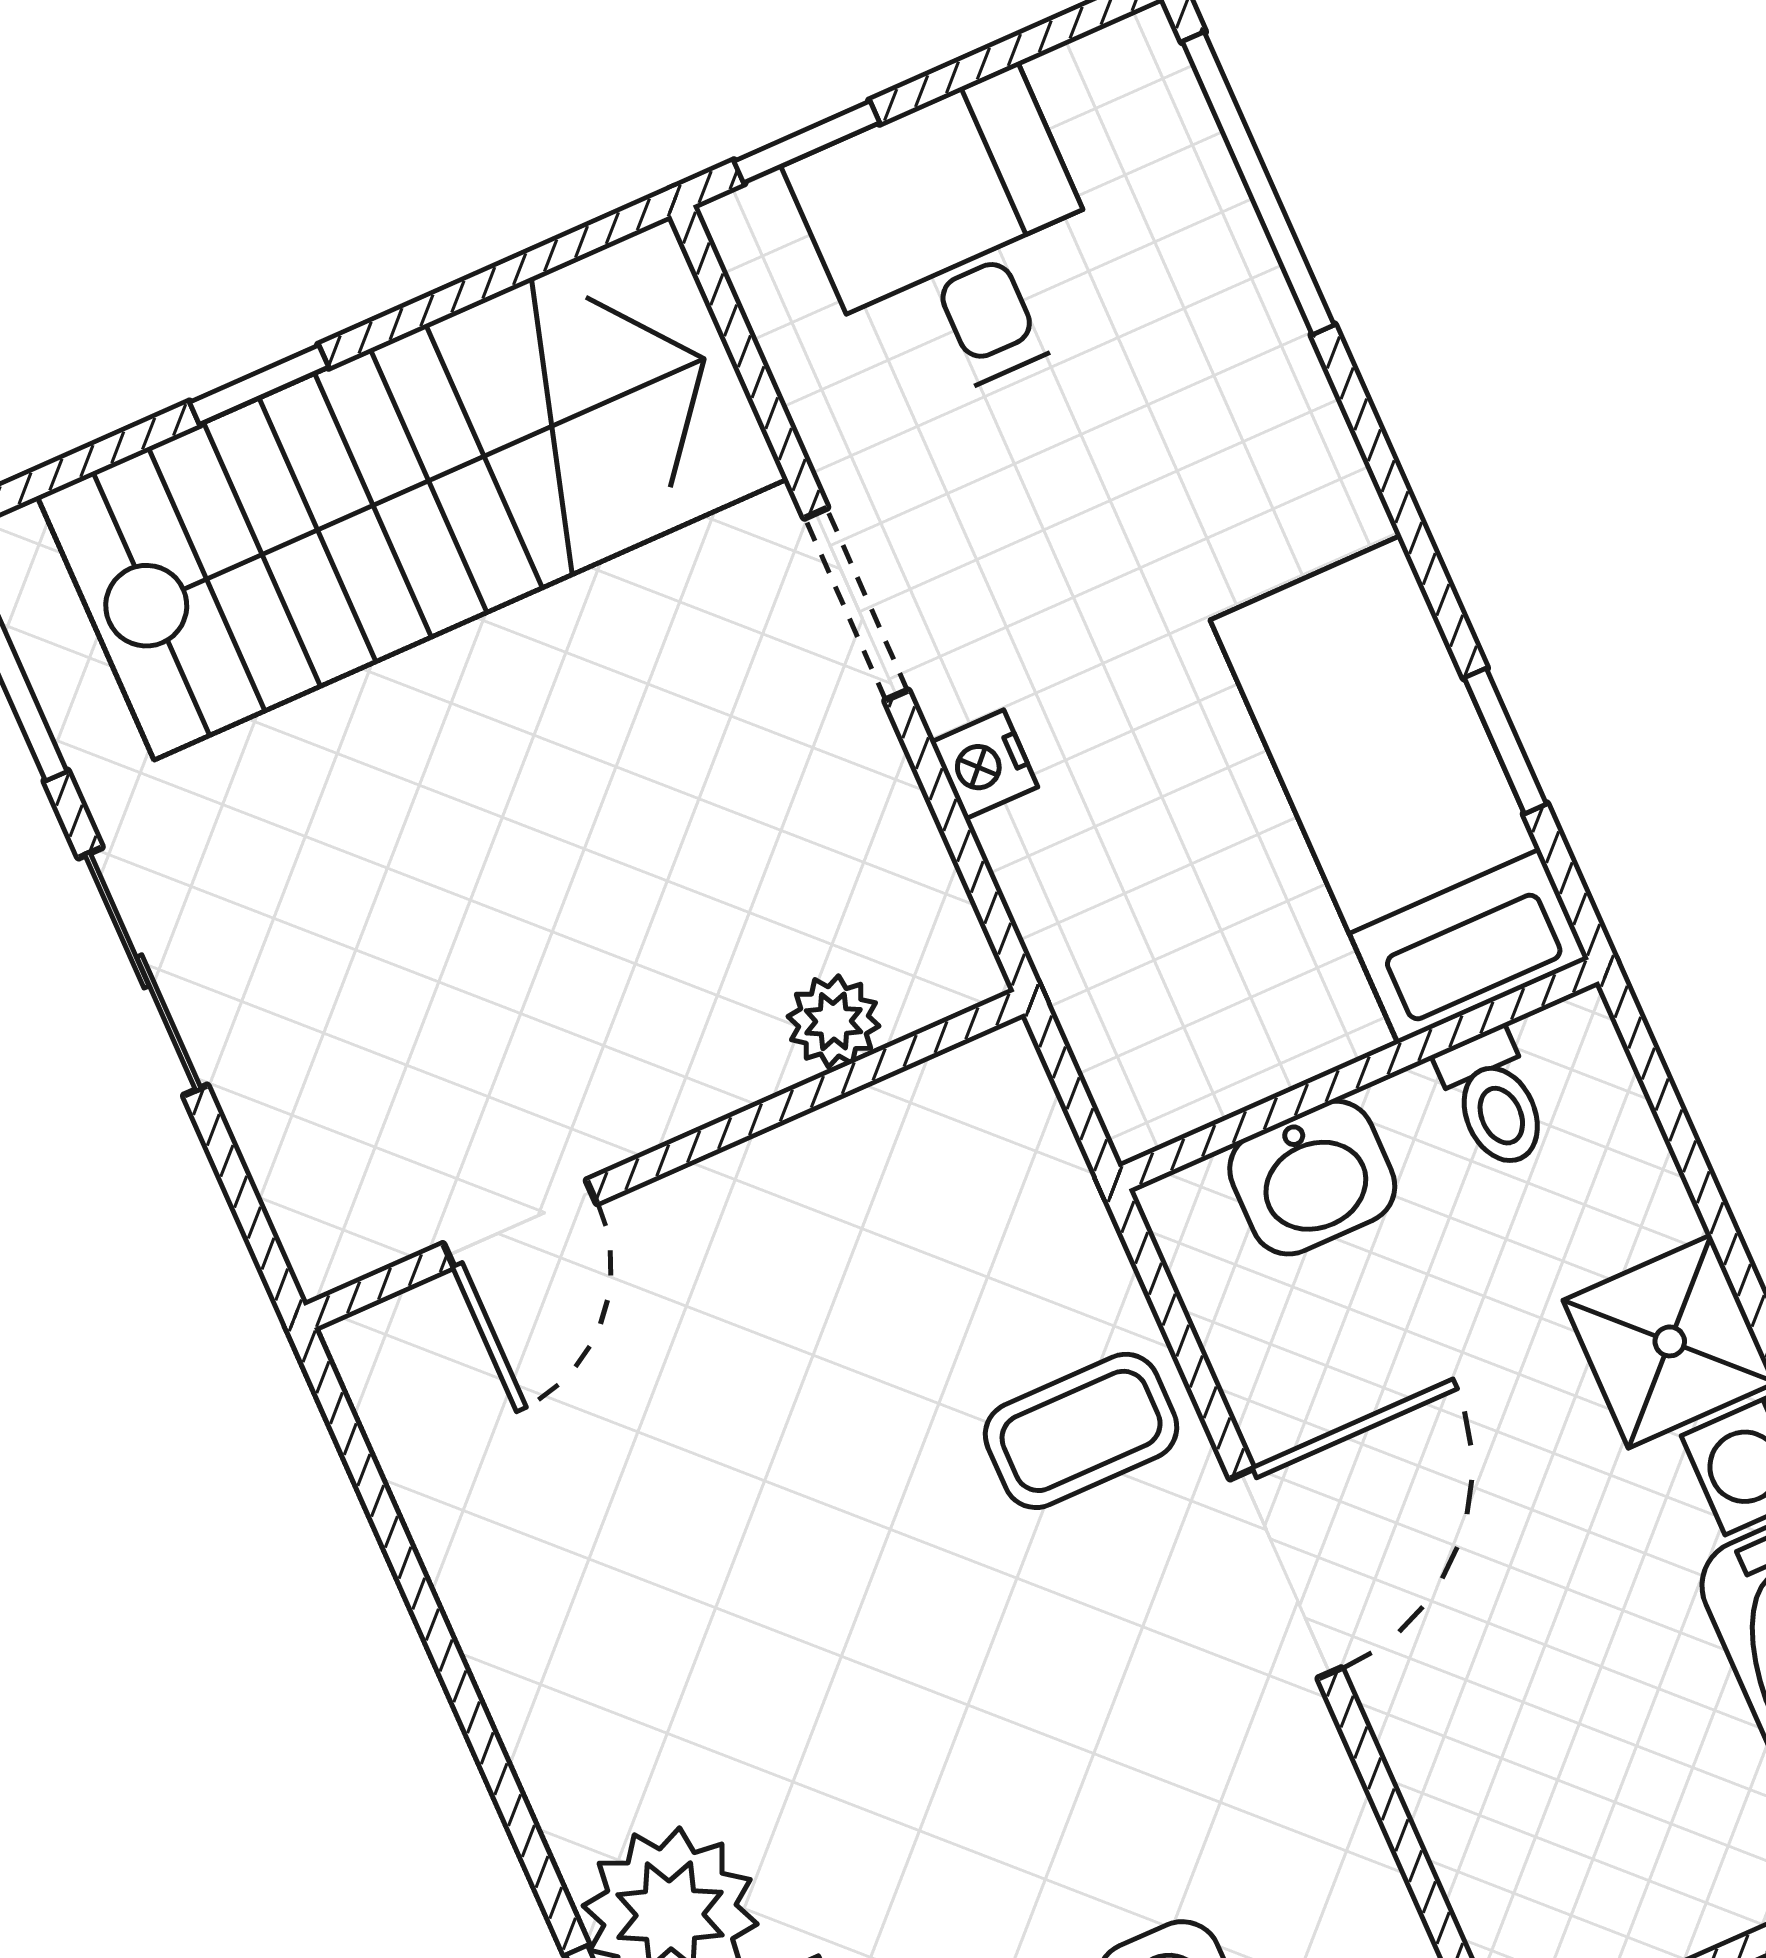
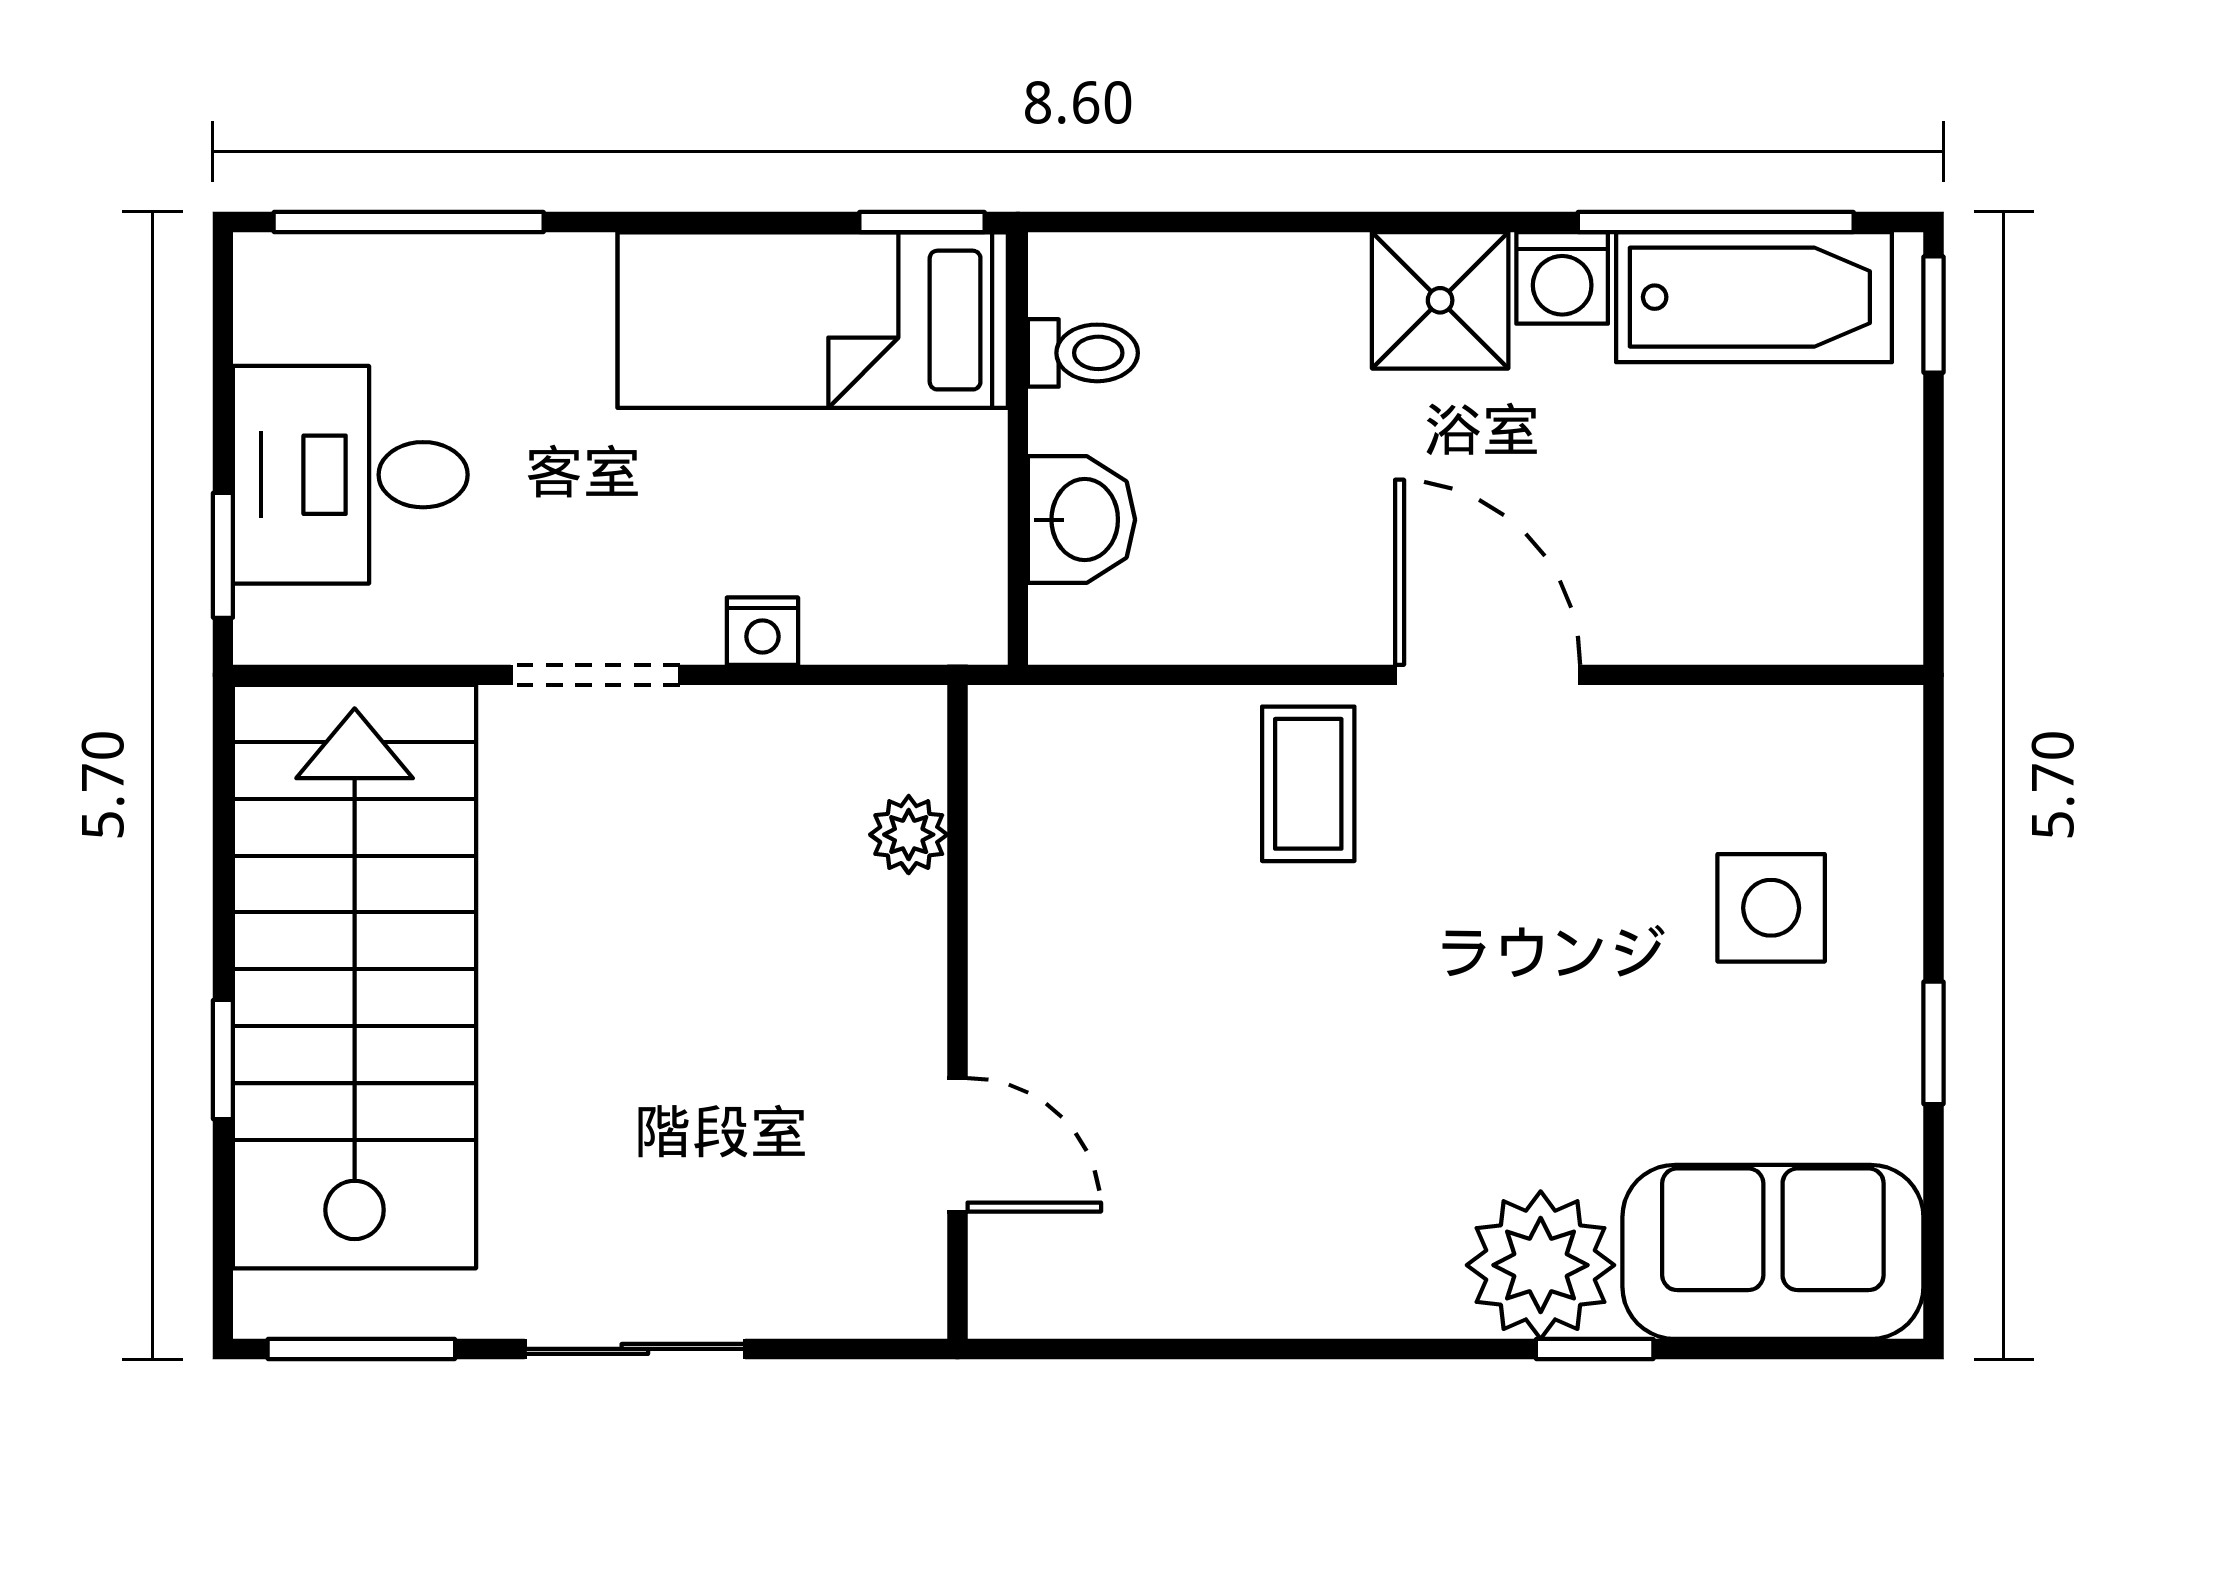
bed: (1399, 790) -> (813, 320), moved
wall: (1359, 1074) -> (1018, 448), moved
toilet: (1494, 1099) -> (1083, 353), moved
washbasin: (1312, 1178) -> (1081, 520), moved

